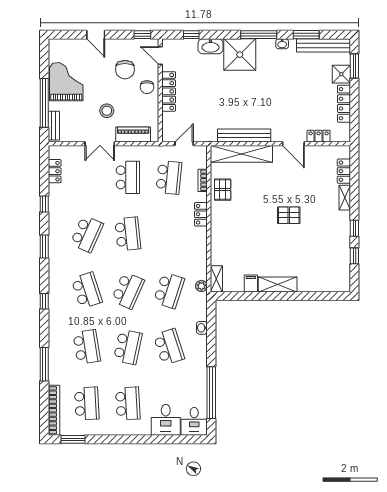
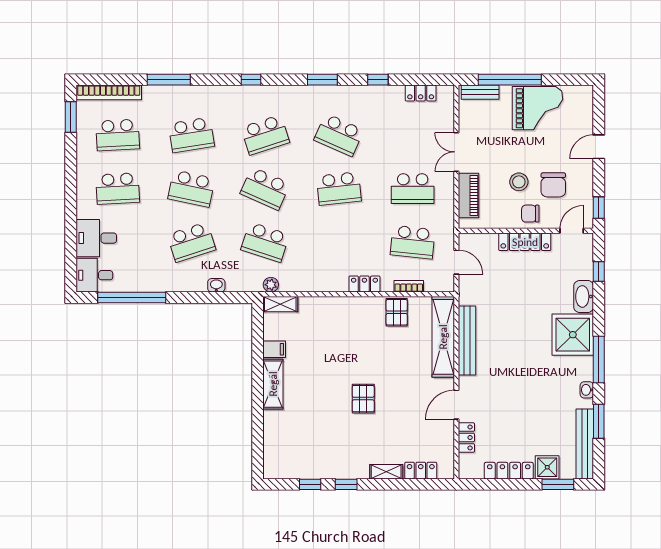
chair: (125, 70) -> (553, 185), turned -90
stool: (107, 111) -> (519, 182), moved
pallet: (223, 190) -> (397, 312), turned 90

